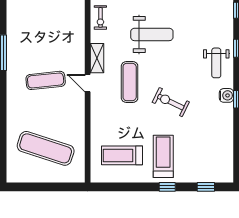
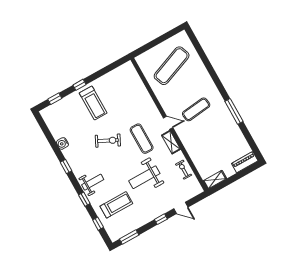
weight bench: (216, 63) -> (93, 182), turned 90
water cooler: (226, 95) -> (62, 143), moved
exercise mat: (46, 148) -> (172, 66), turned -39
treadmill: (122, 155) -> (116, 205), moved

